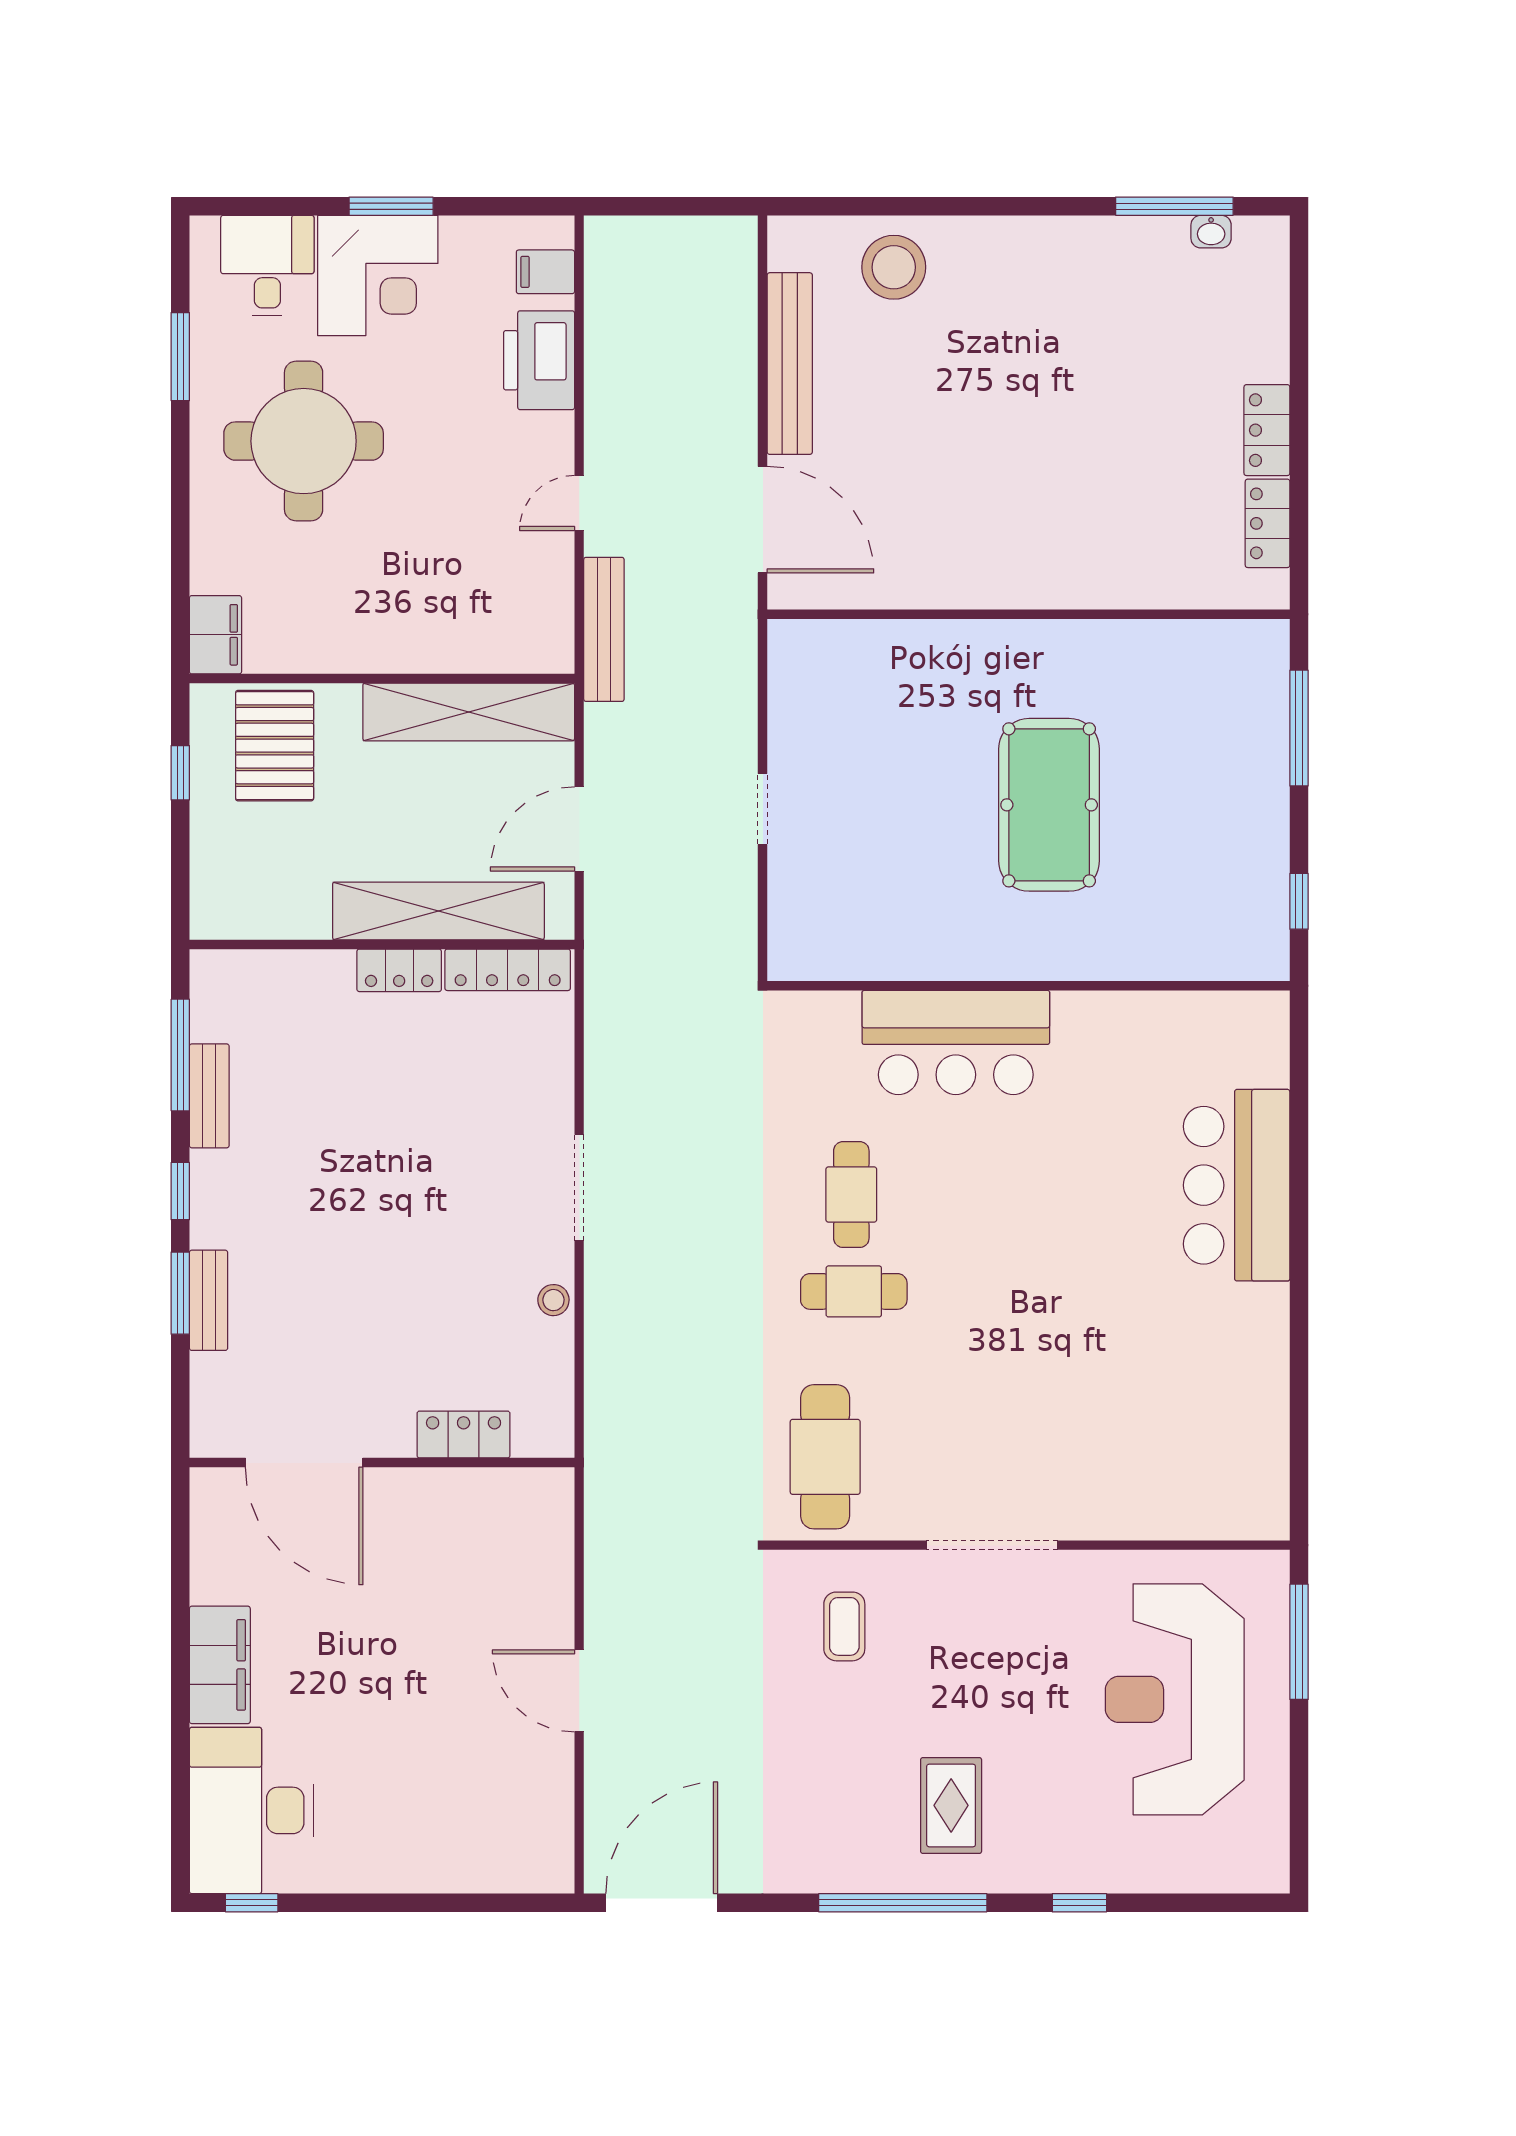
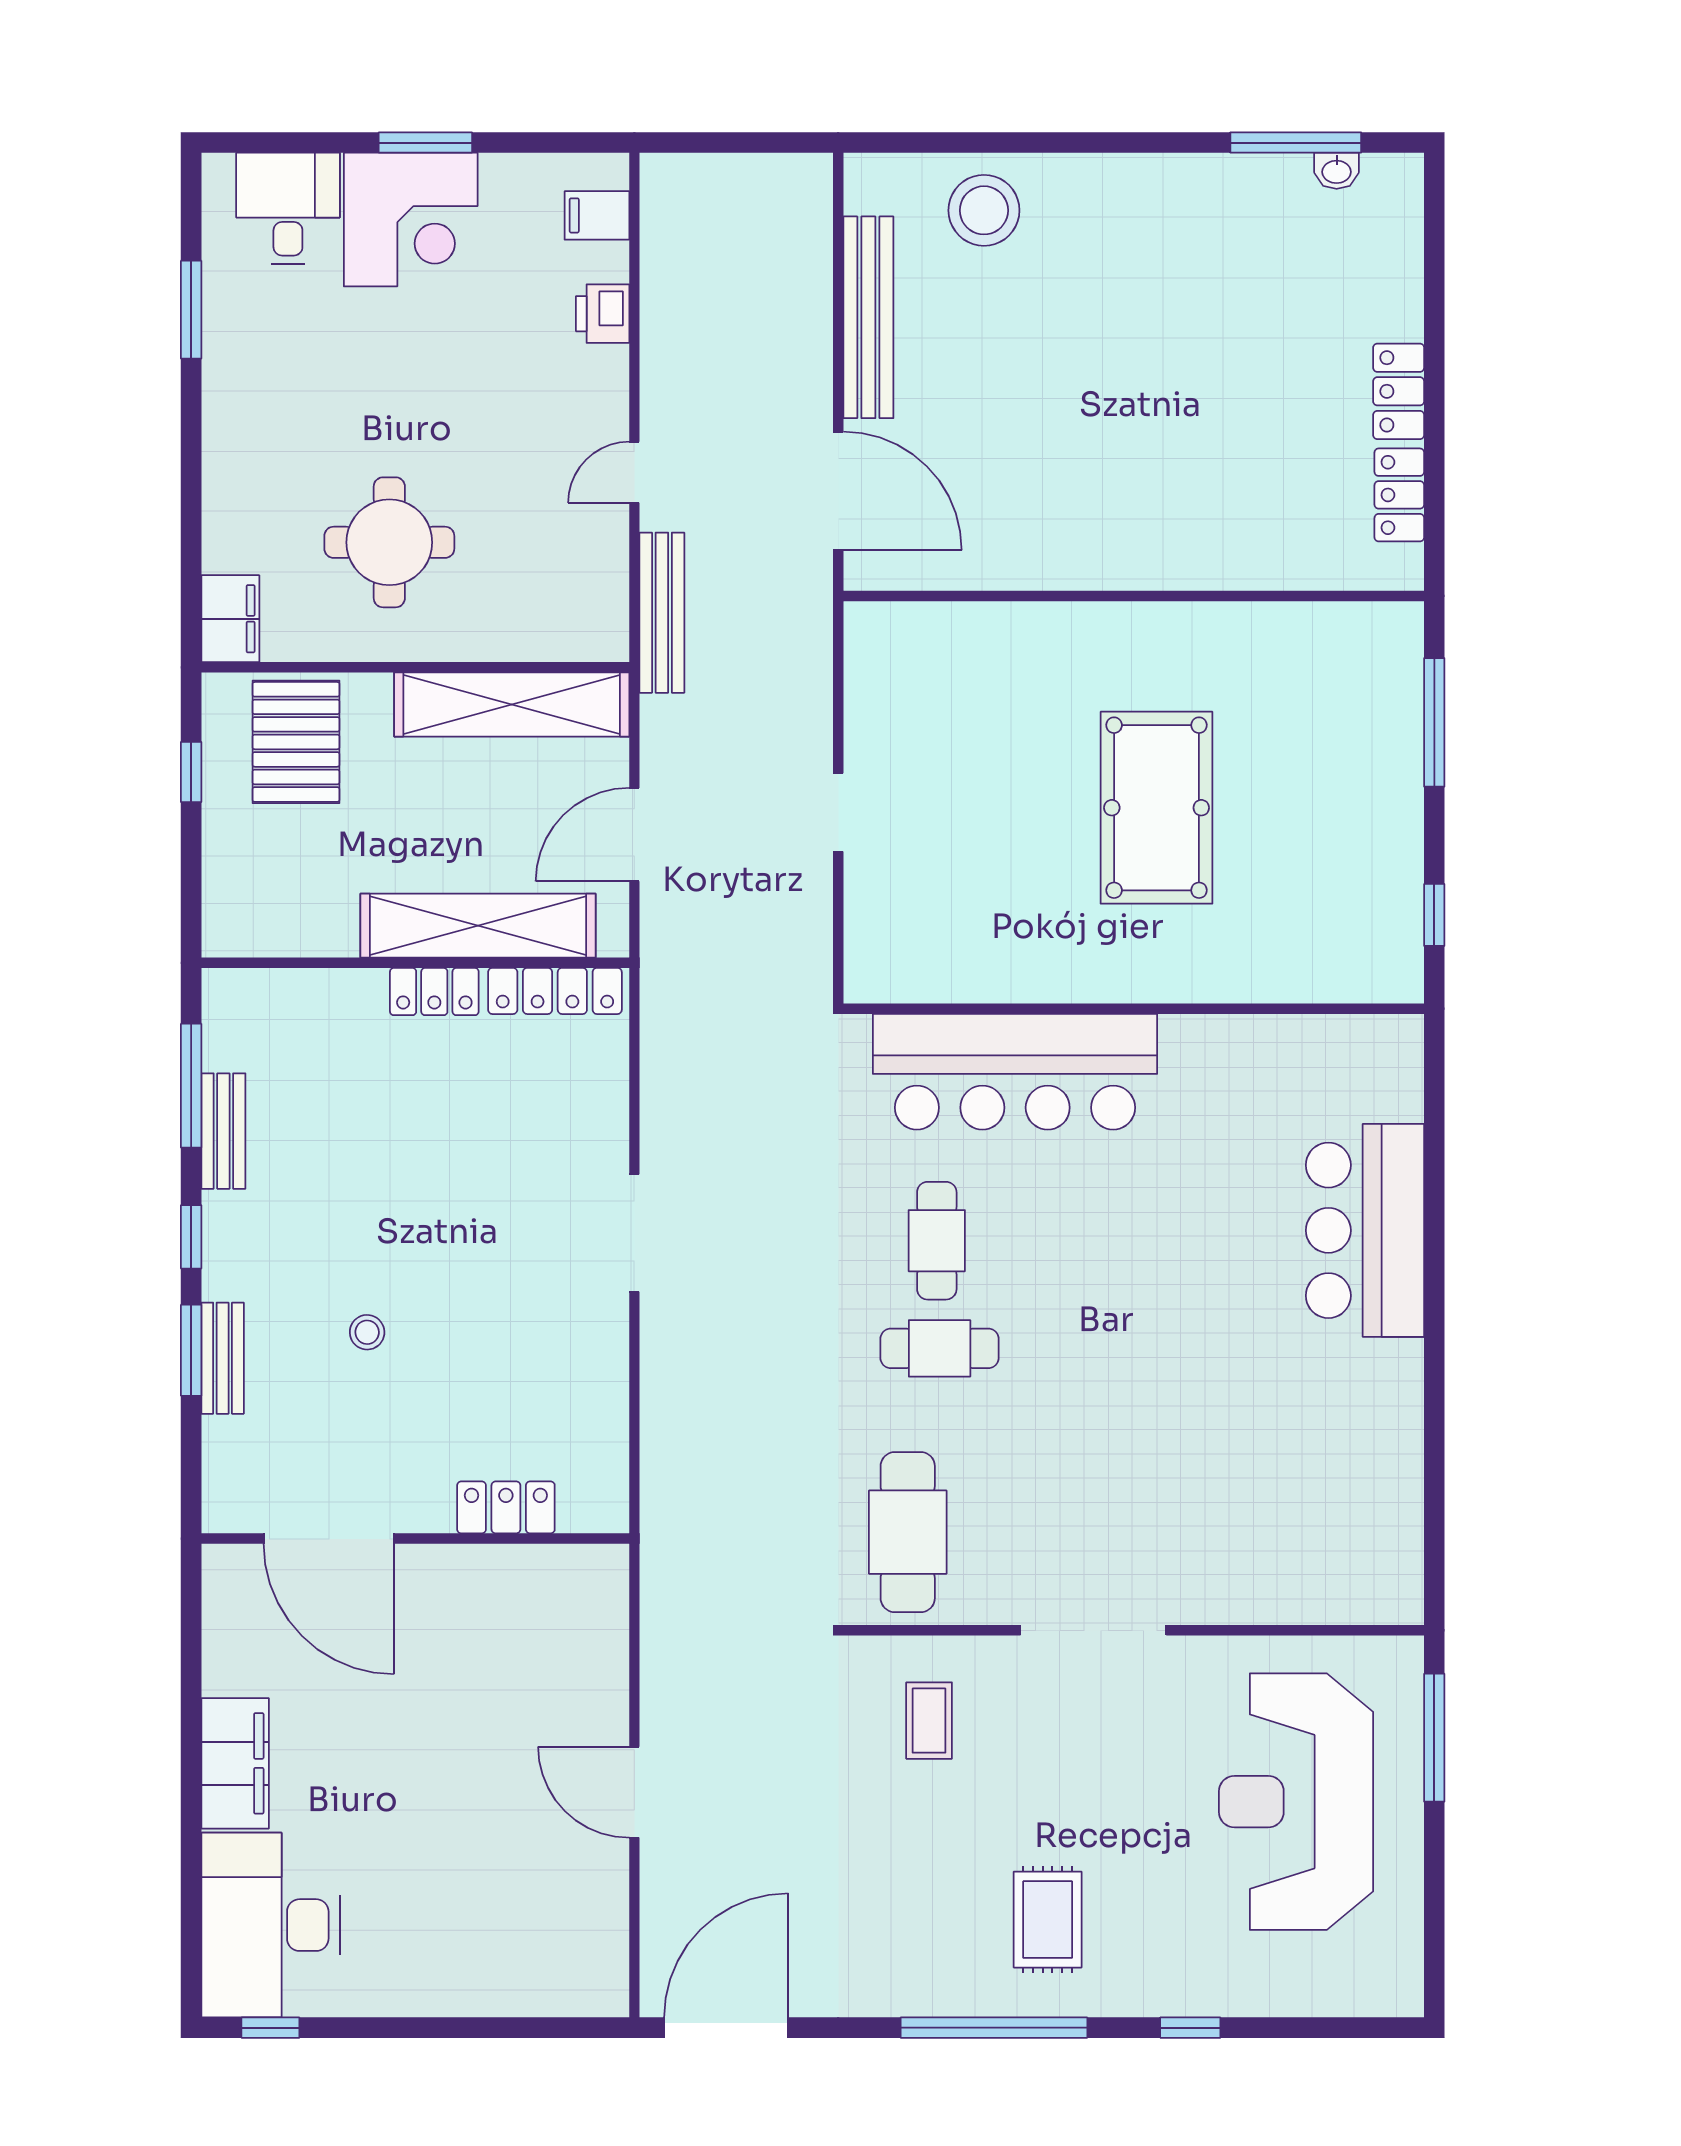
printer: (539, 360) -> (603, 314), width x0.53, depth x0.68
round table: (304, 441) -> (389, 542), moved, width x0.73, depth x0.73
bar counter: (956, 1042) -> (1015, 1072), width x1.36
stool: (553, 1300) -> (367, 1332), moved

